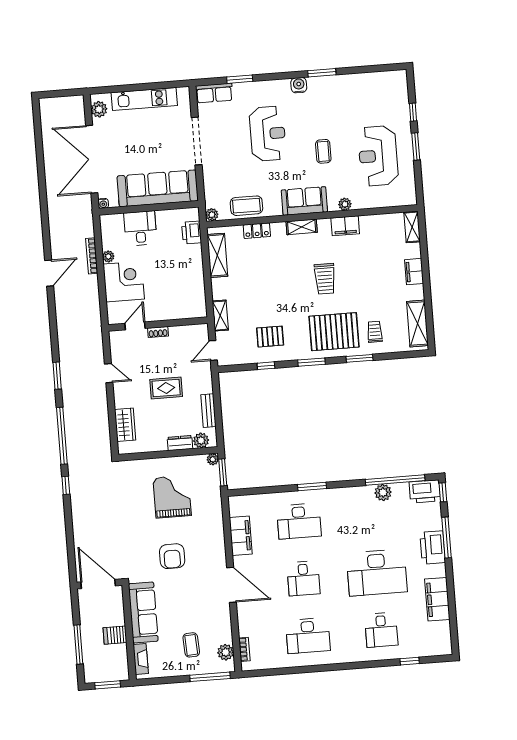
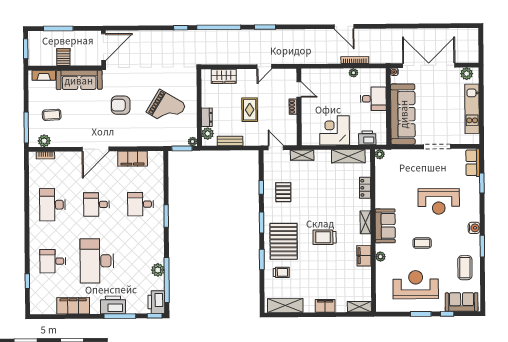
sofa: (396, 95) -> (462, 302), added
doorway: (197, 141) -> (437, 147), width x0.73
coffee table: (246, 206) -> (465, 268), moved
corner desk: (124, 282) -> (334, 130), moved, turned 180
grand piano: (172, 497) -> (166, 108), turned 31
desk: (299, 521) -> (141, 204), width x0.73

